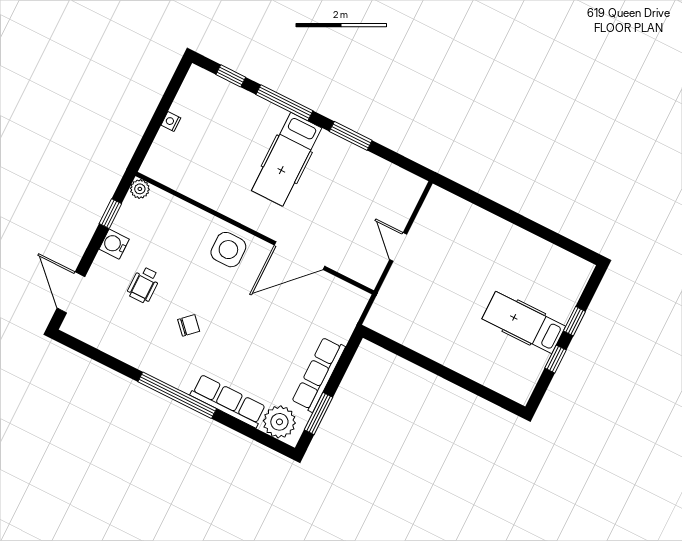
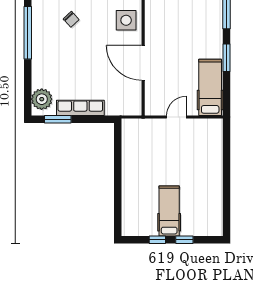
hospital bed: (287, 159) -> (210, 87), moved, turned 90
row of seats: (228, 401) -> (39, 64), removed

